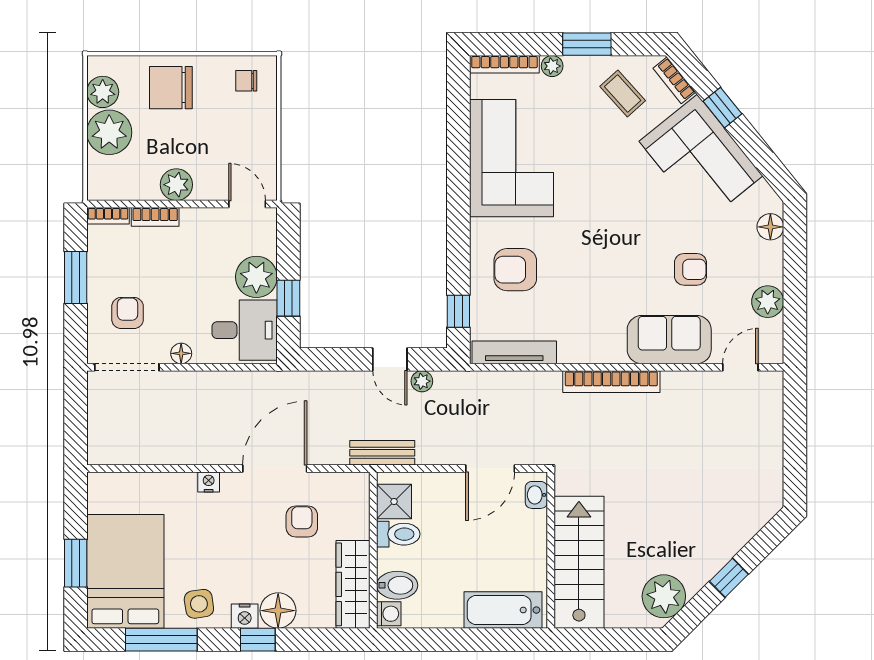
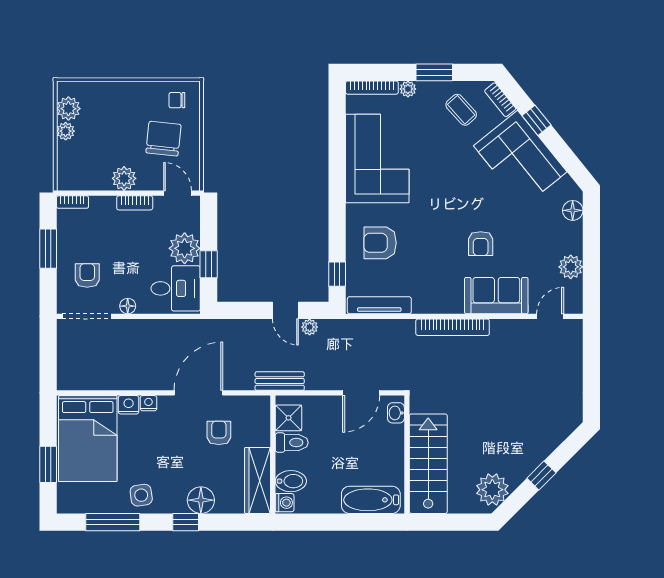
chair: (171, 88) -> (163, 139), moved, turned 96
plant: (109, 132) -> (66, 131), width x0.53, depth x0.53
bookcase: (155, 217) -> (135, 203), moved
armchair: (690, 269) -> (481, 244), moved, turned 90
bed: (125, 571) -> (88, 439), moved, turned 180
nightstand: (245, 616) -> (129, 405), moved, turned 180

